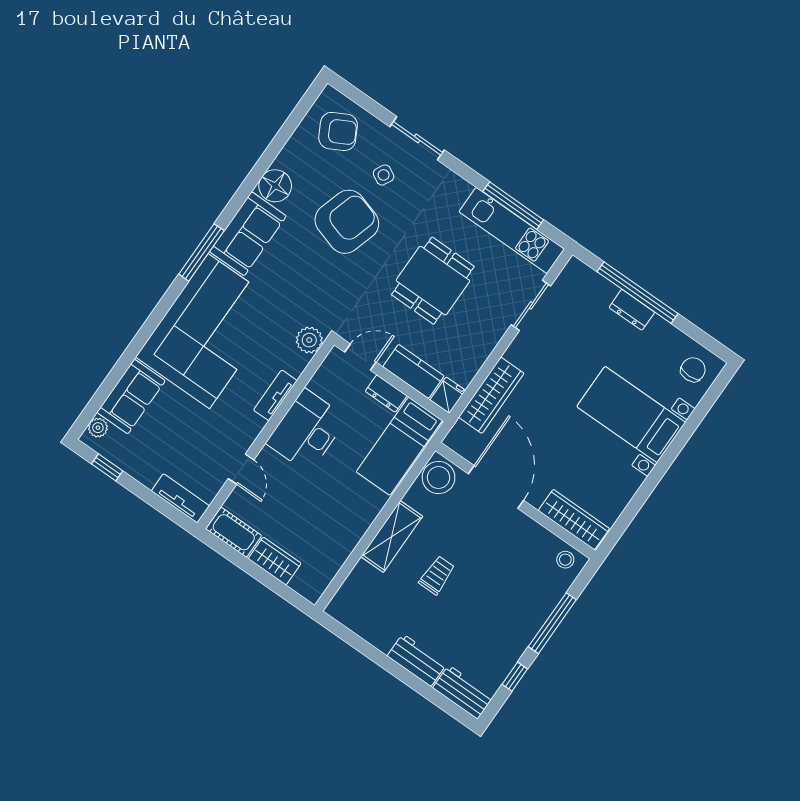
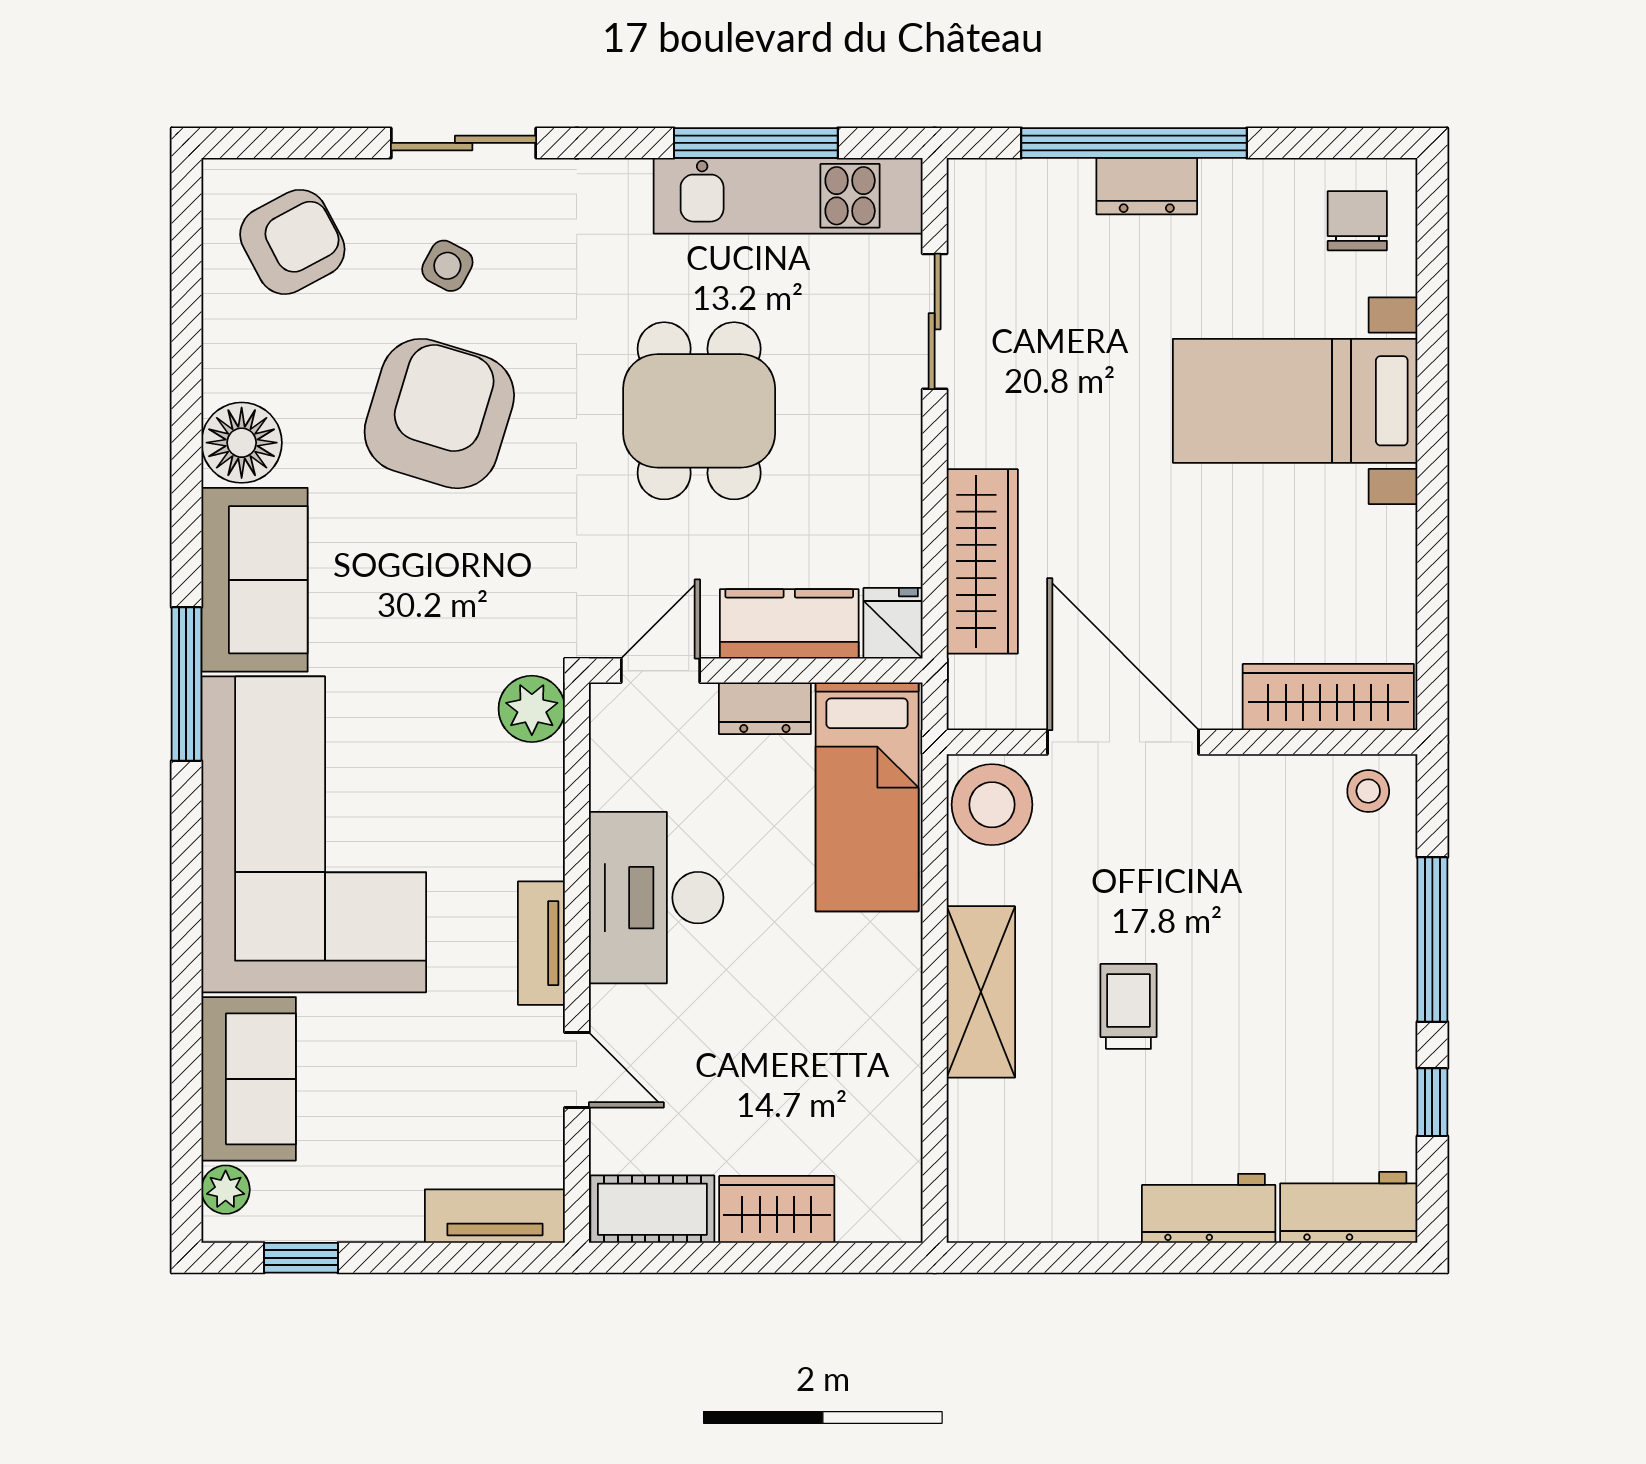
tv unit: (275, 395) -> (541, 943), moved

